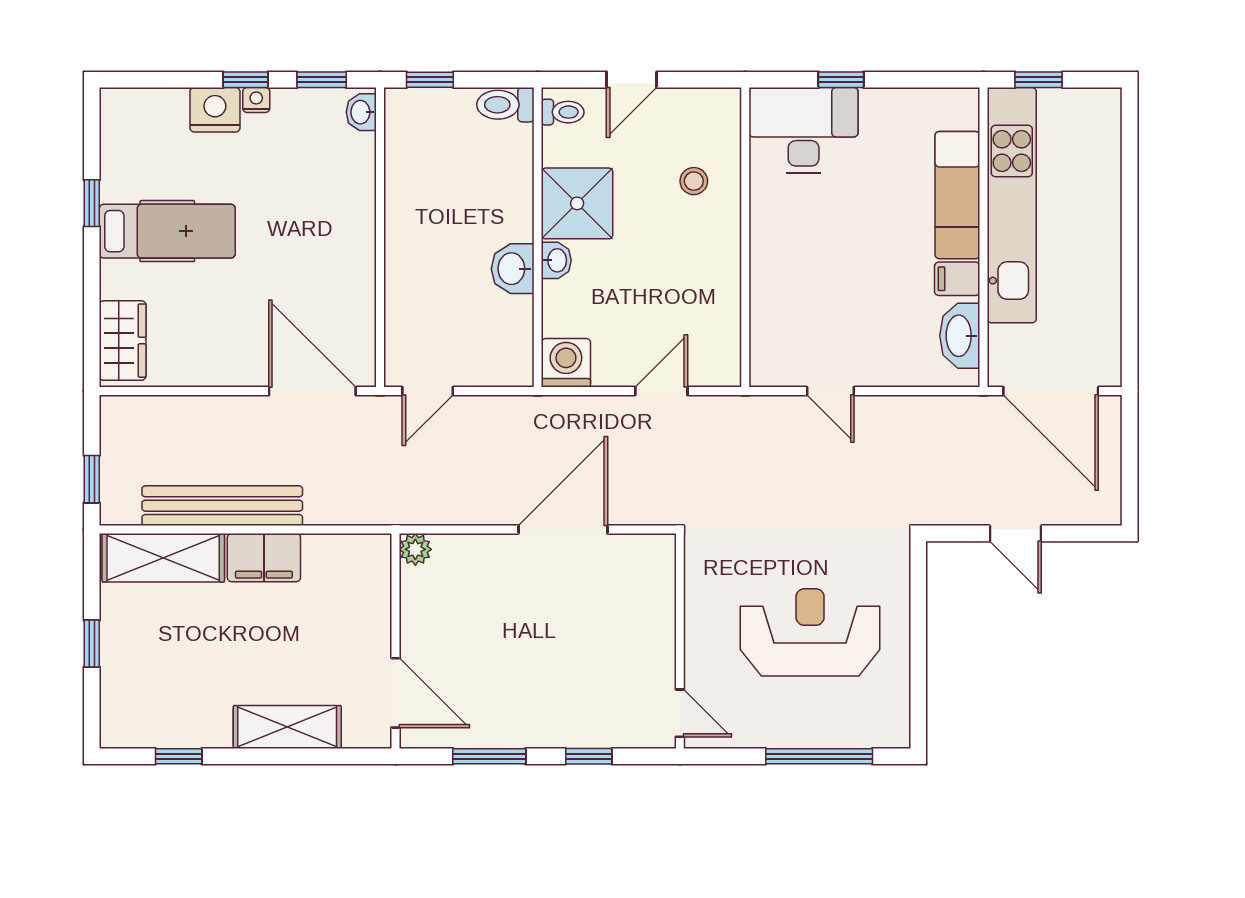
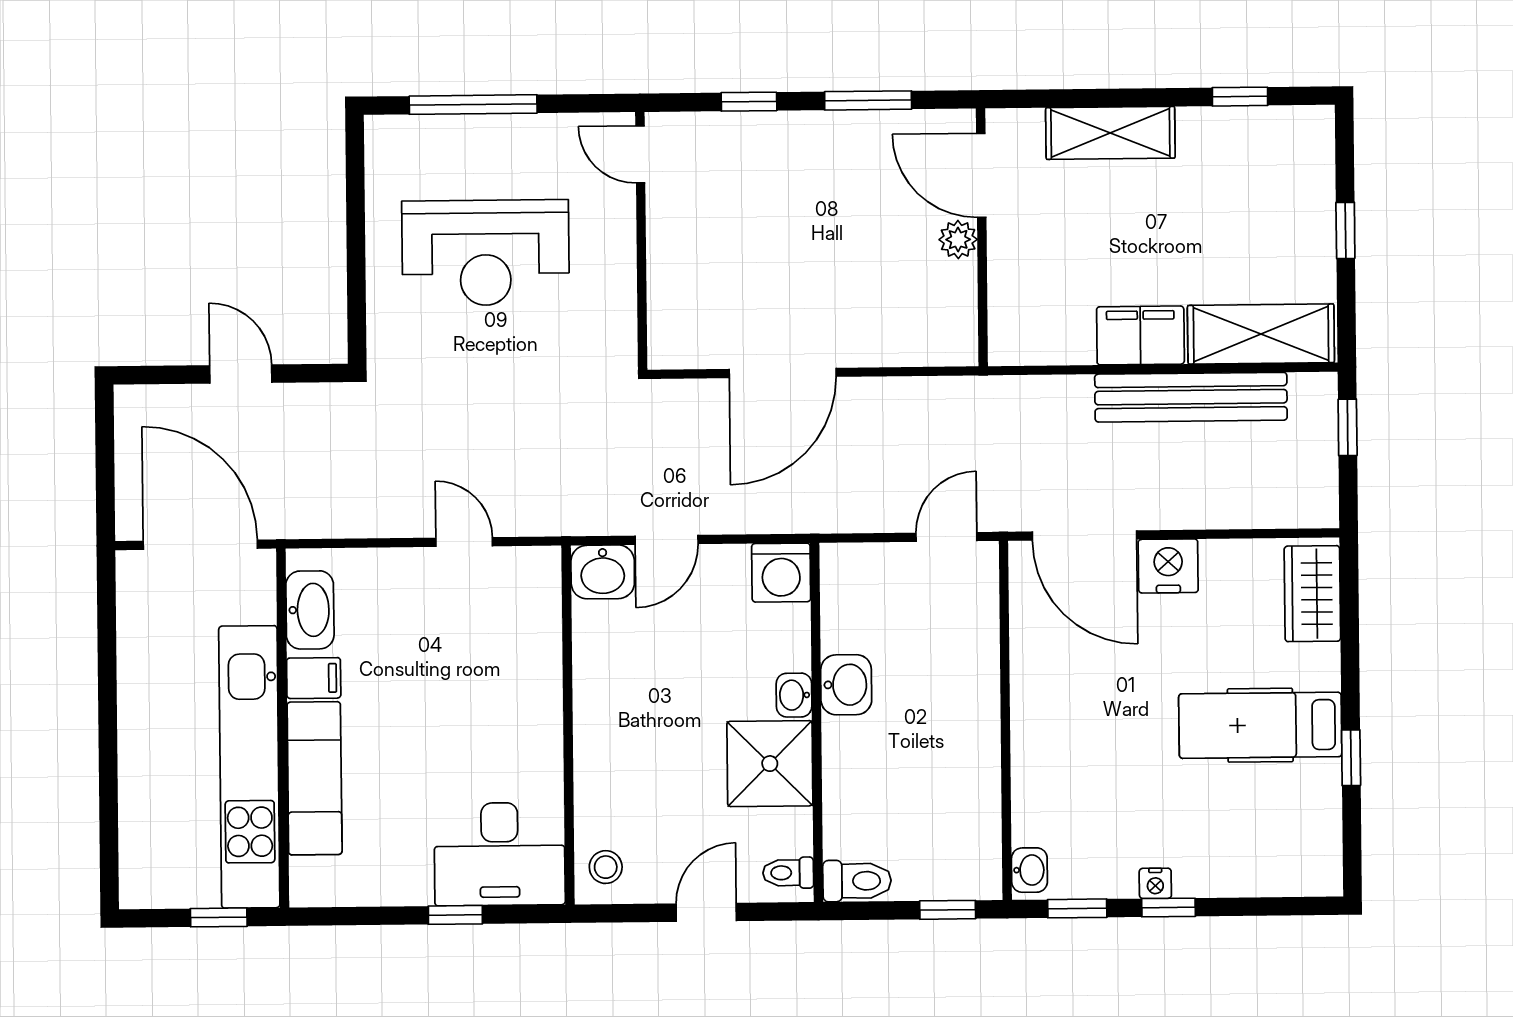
nightstand: (215, 110) -> (1168, 566), moved, turned 180
stool: (694, 181) -> (606, 867), moved
washbasin: (715, 365) -> (603, 572), added
plant: (415, 549) -> (958, 239), moved

